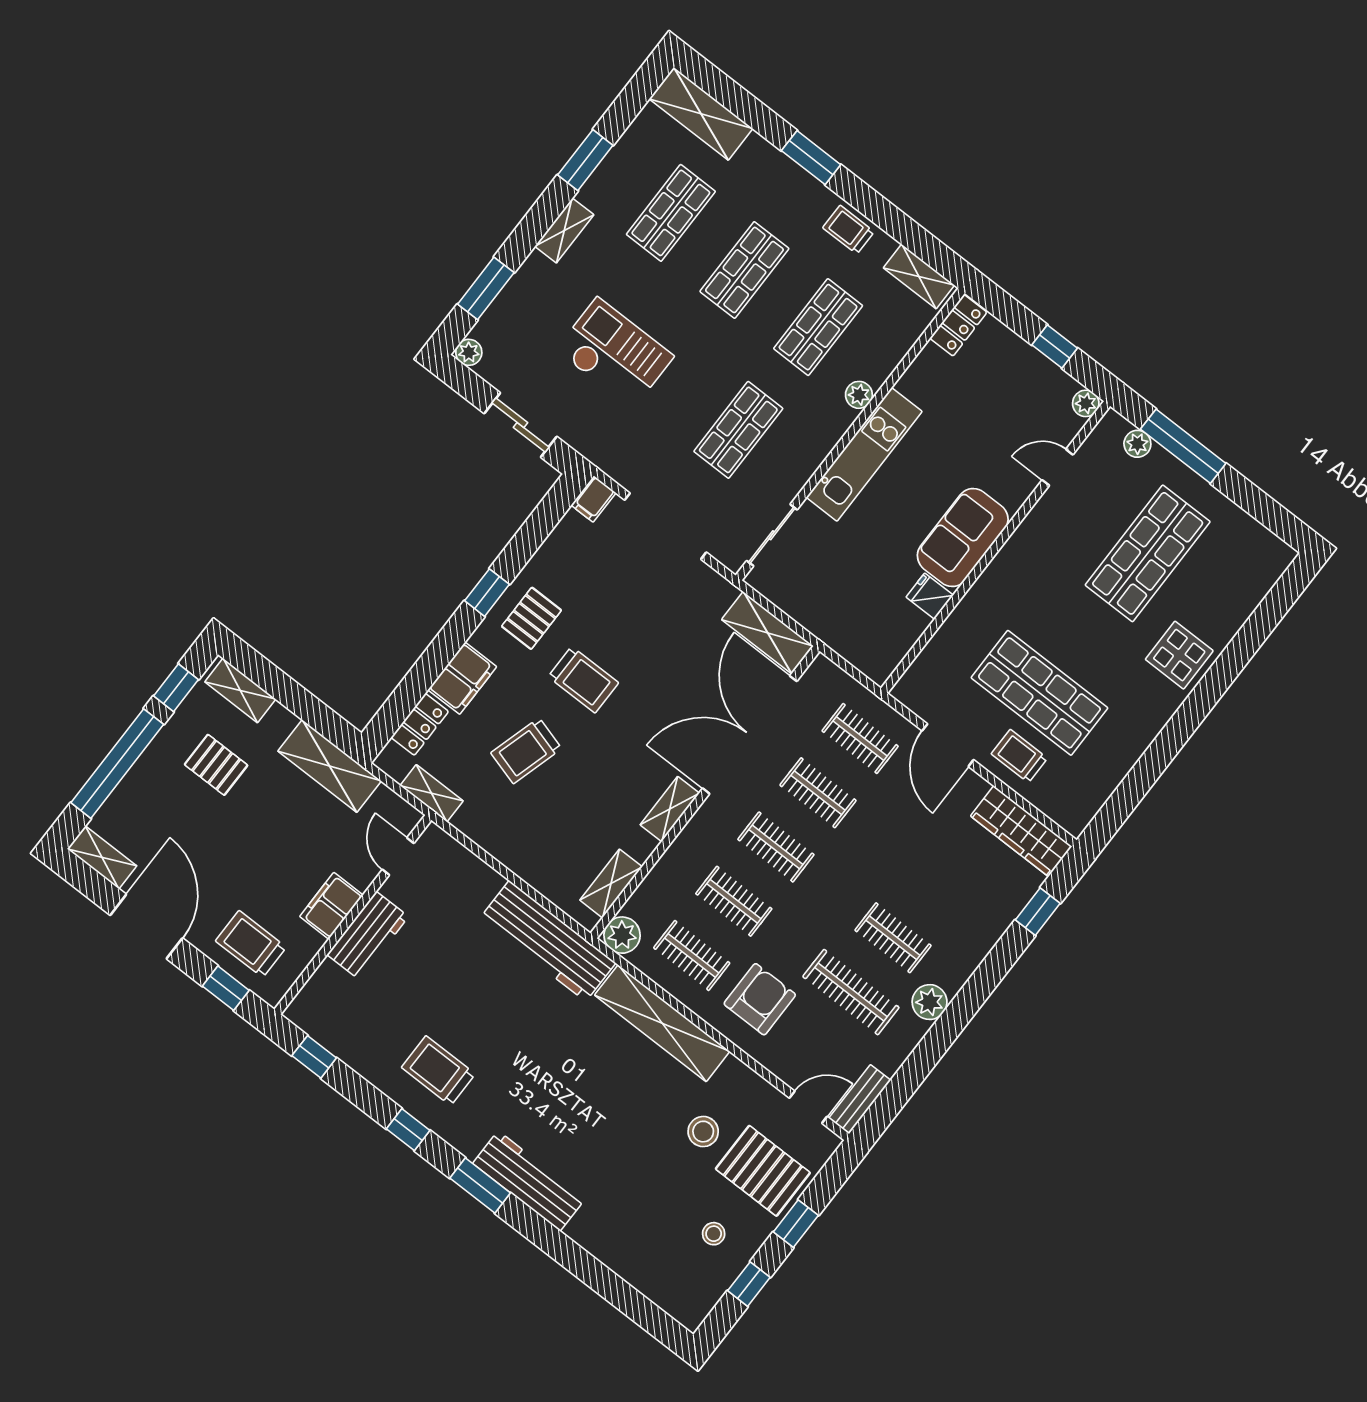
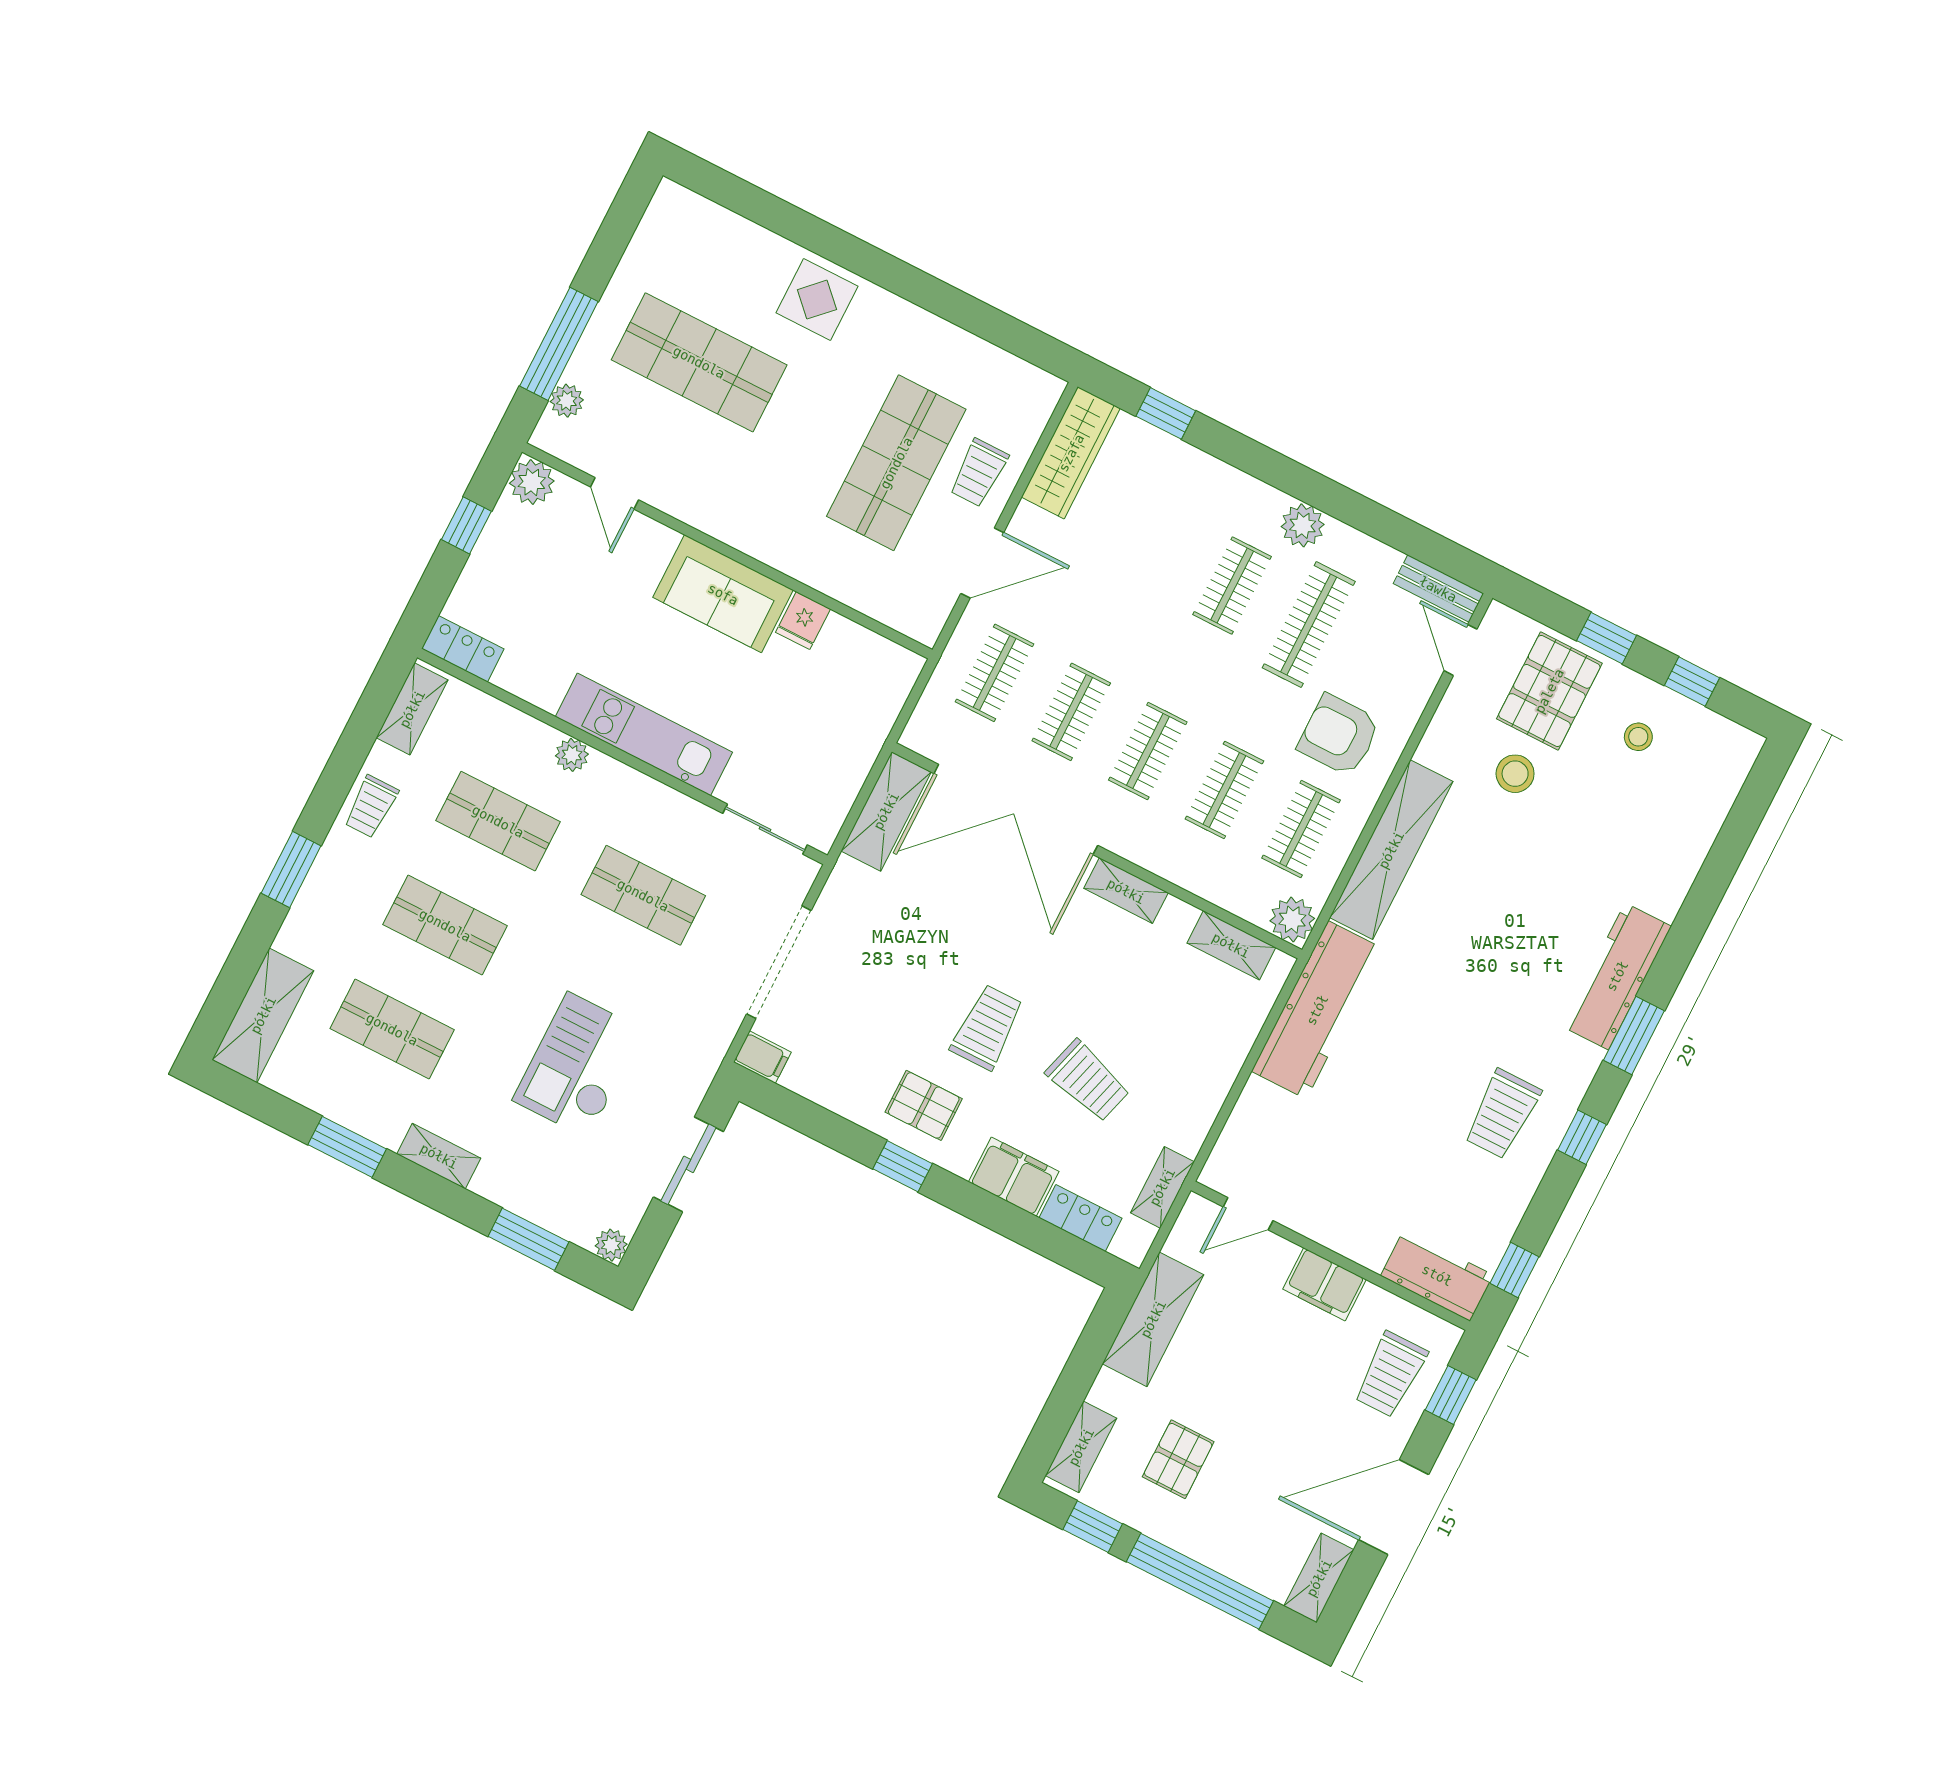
plant: (1086, 403) -> (532, 482), width x1.38, depth x1.38
workbench: (368, 936) -> (1437, 1275), moved

